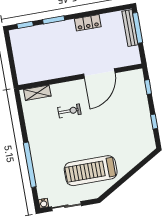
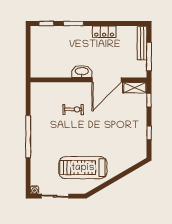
window: (138, 28) -> (149, 57), moved
washbasin: (72, 69) -> (82, 72), added
shelving: (37, 93) -> (135, 88), moved
window: (30, 165) -> (28, 137), moved

